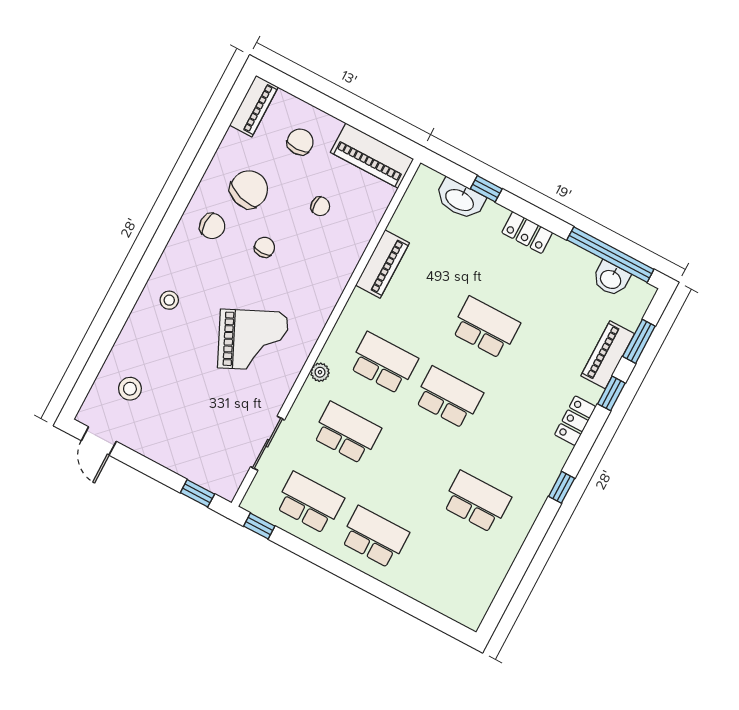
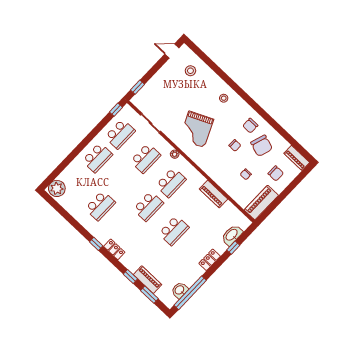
locker: (575, 421) -> (114, 249), moved
plant: (466, 606) -> (57, 188), added

